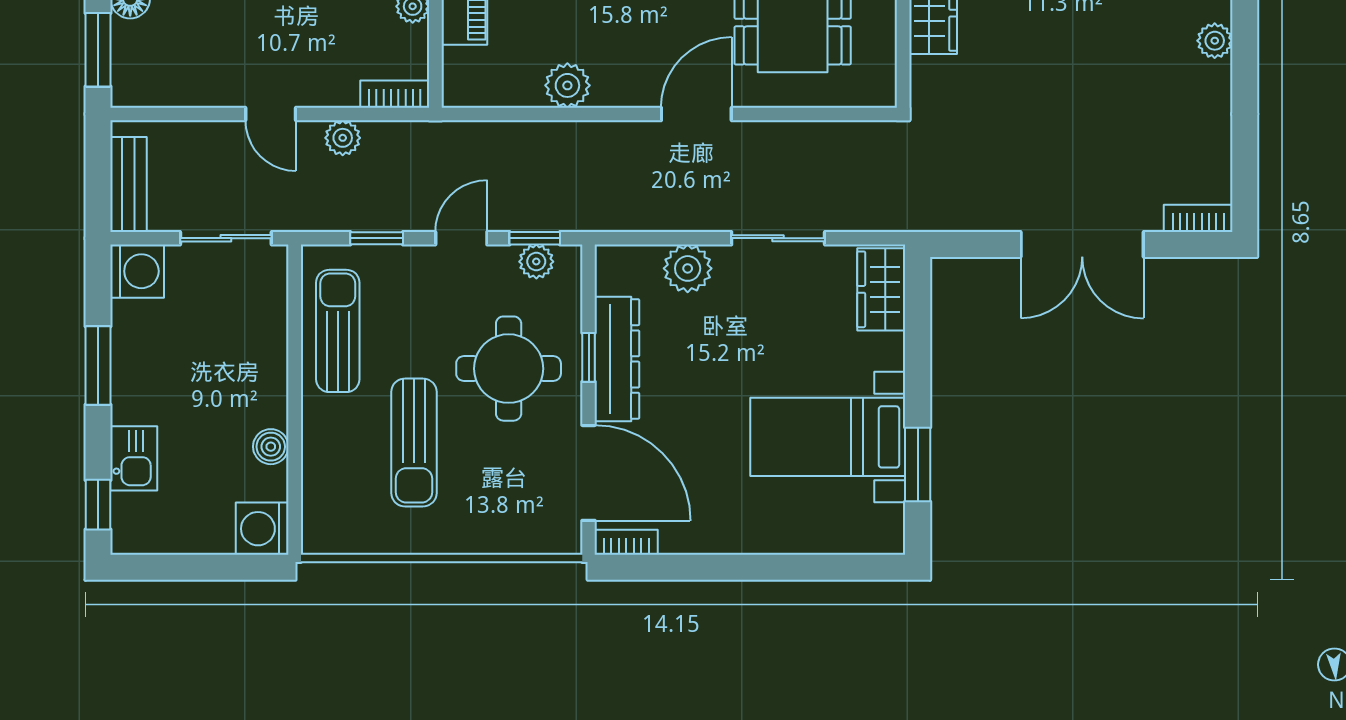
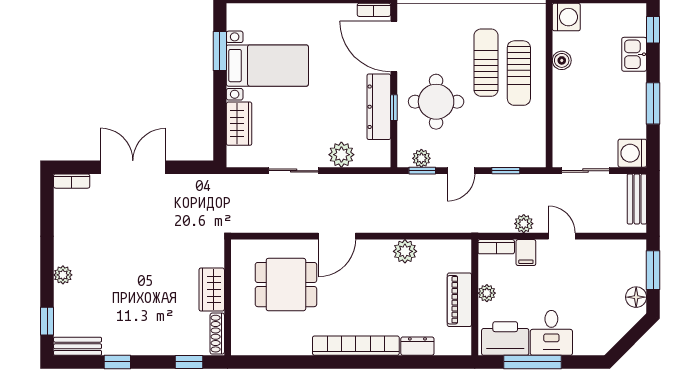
filing cabinet: (339, 83) -> (526, 253), added
wardrobe: (881, 289) -> (239, 124), moved
sun lounger: (338, 331) -> (519, 73), moved

